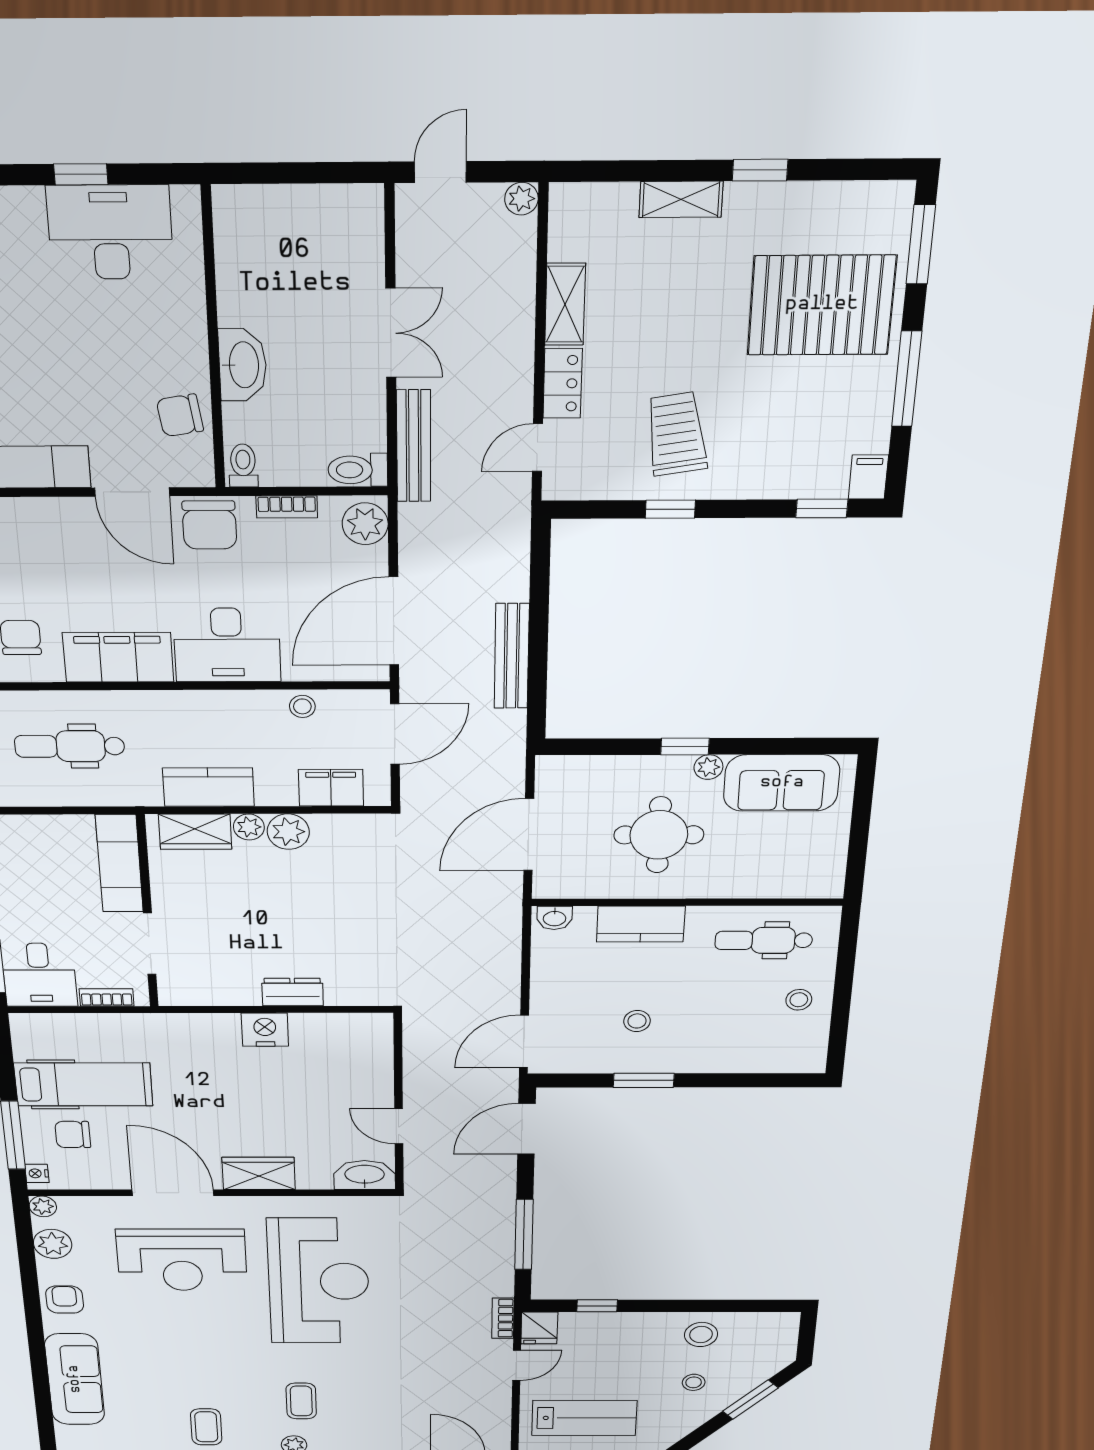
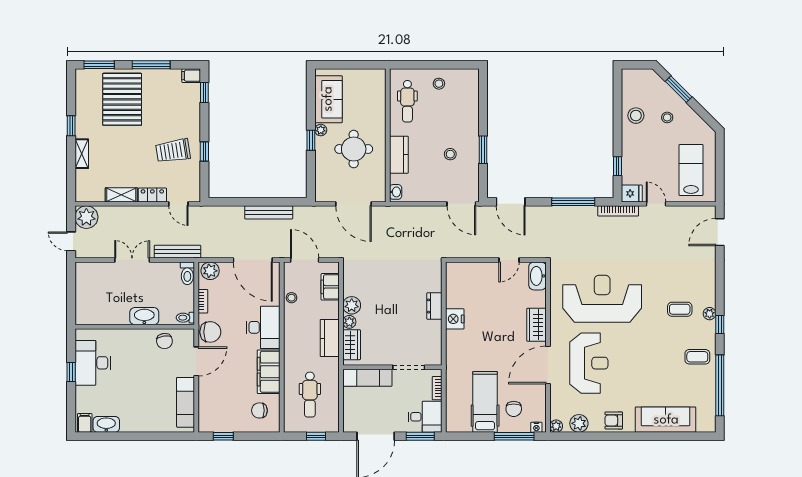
plant: (521, 199) -> (86, 217), width x1.88, depth x1.88
bookcase: (503, 1318) -> (618, 211), width x1.56

